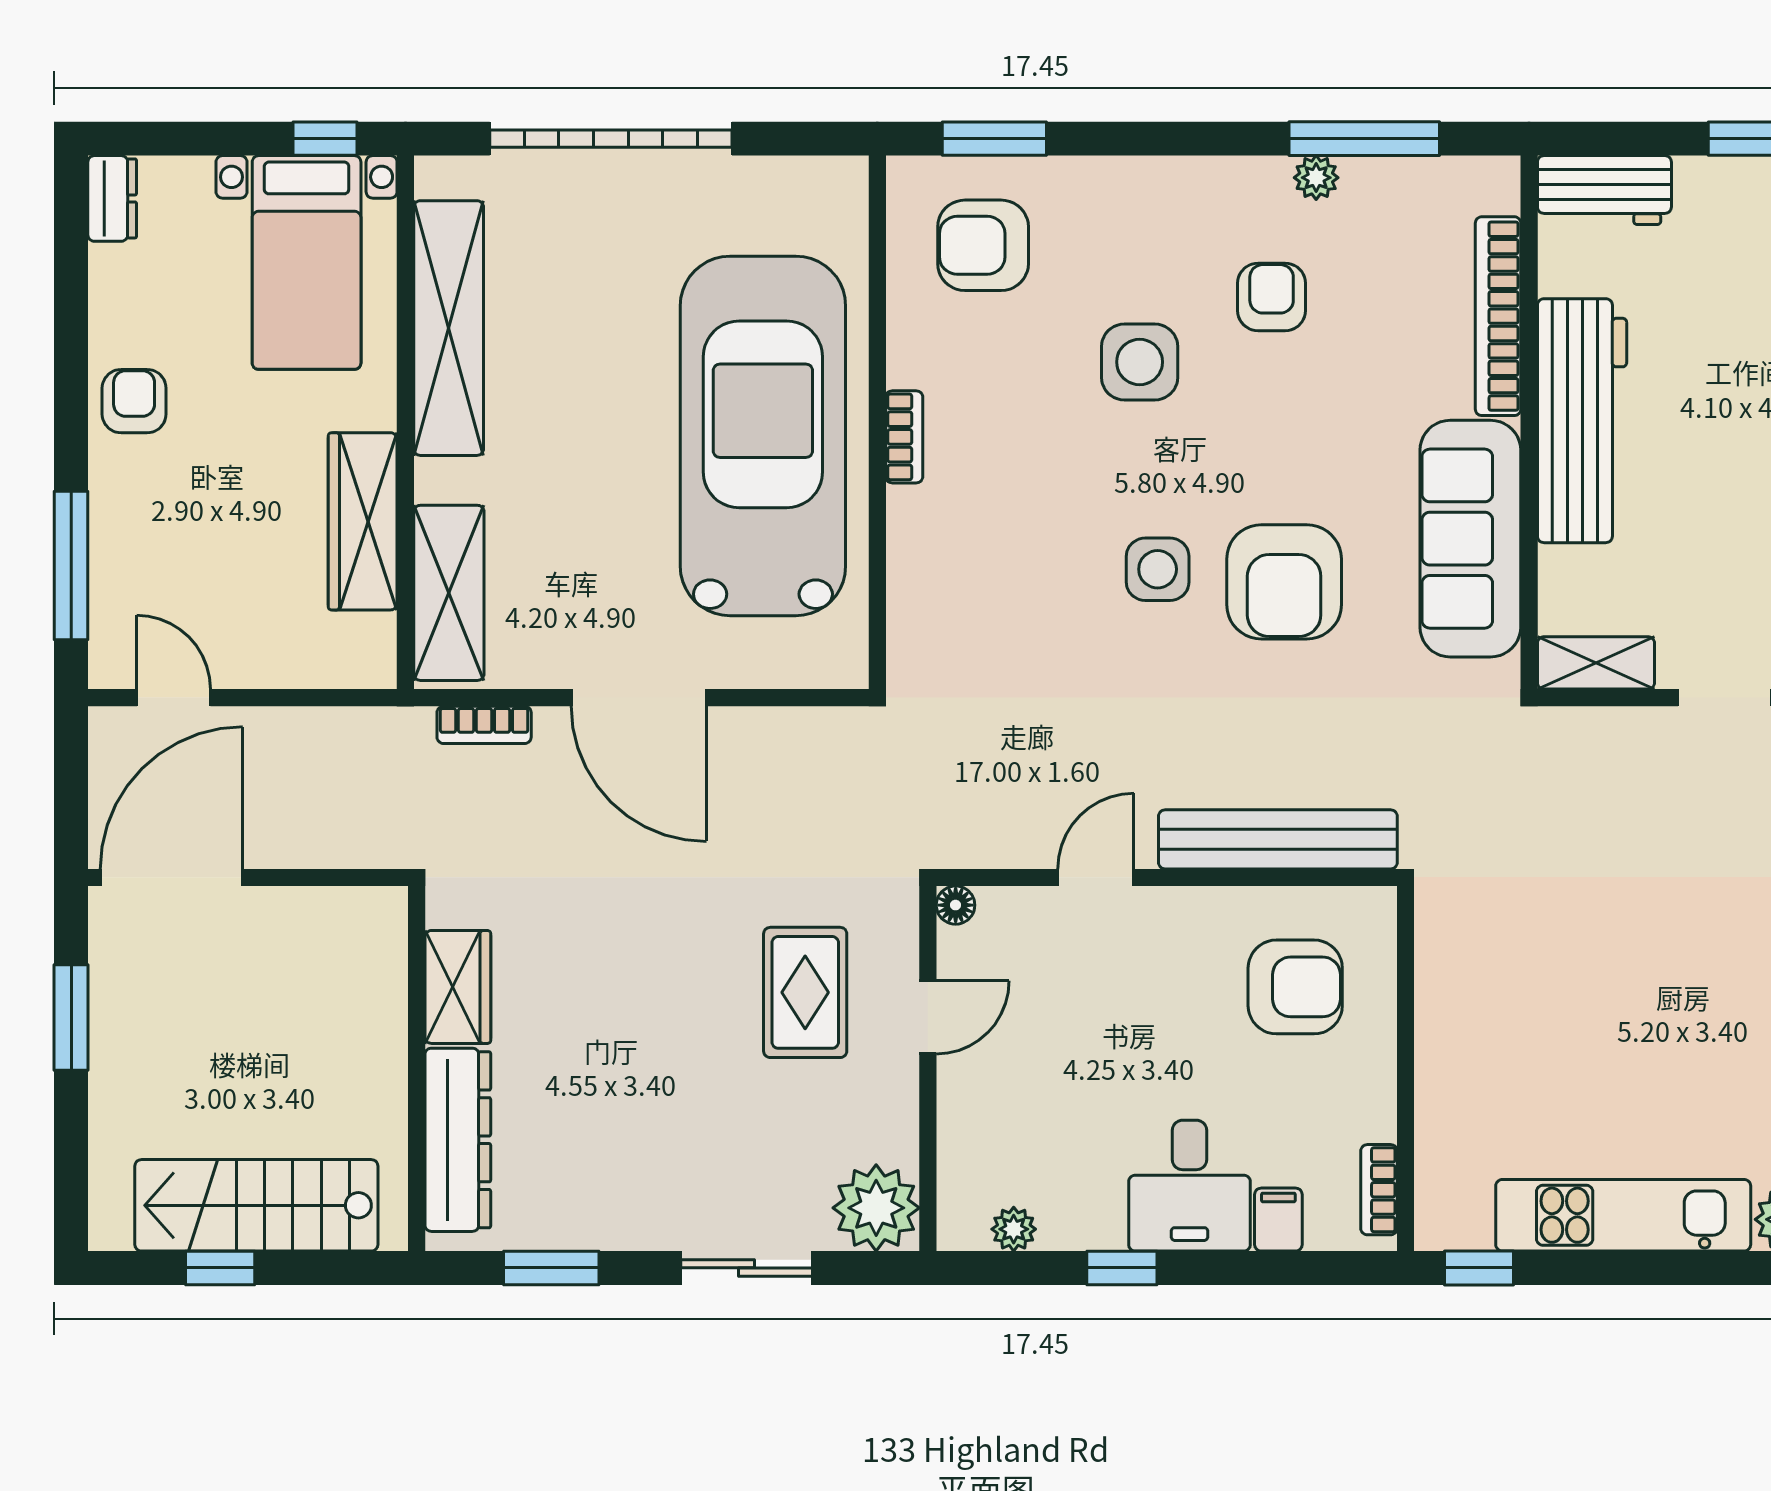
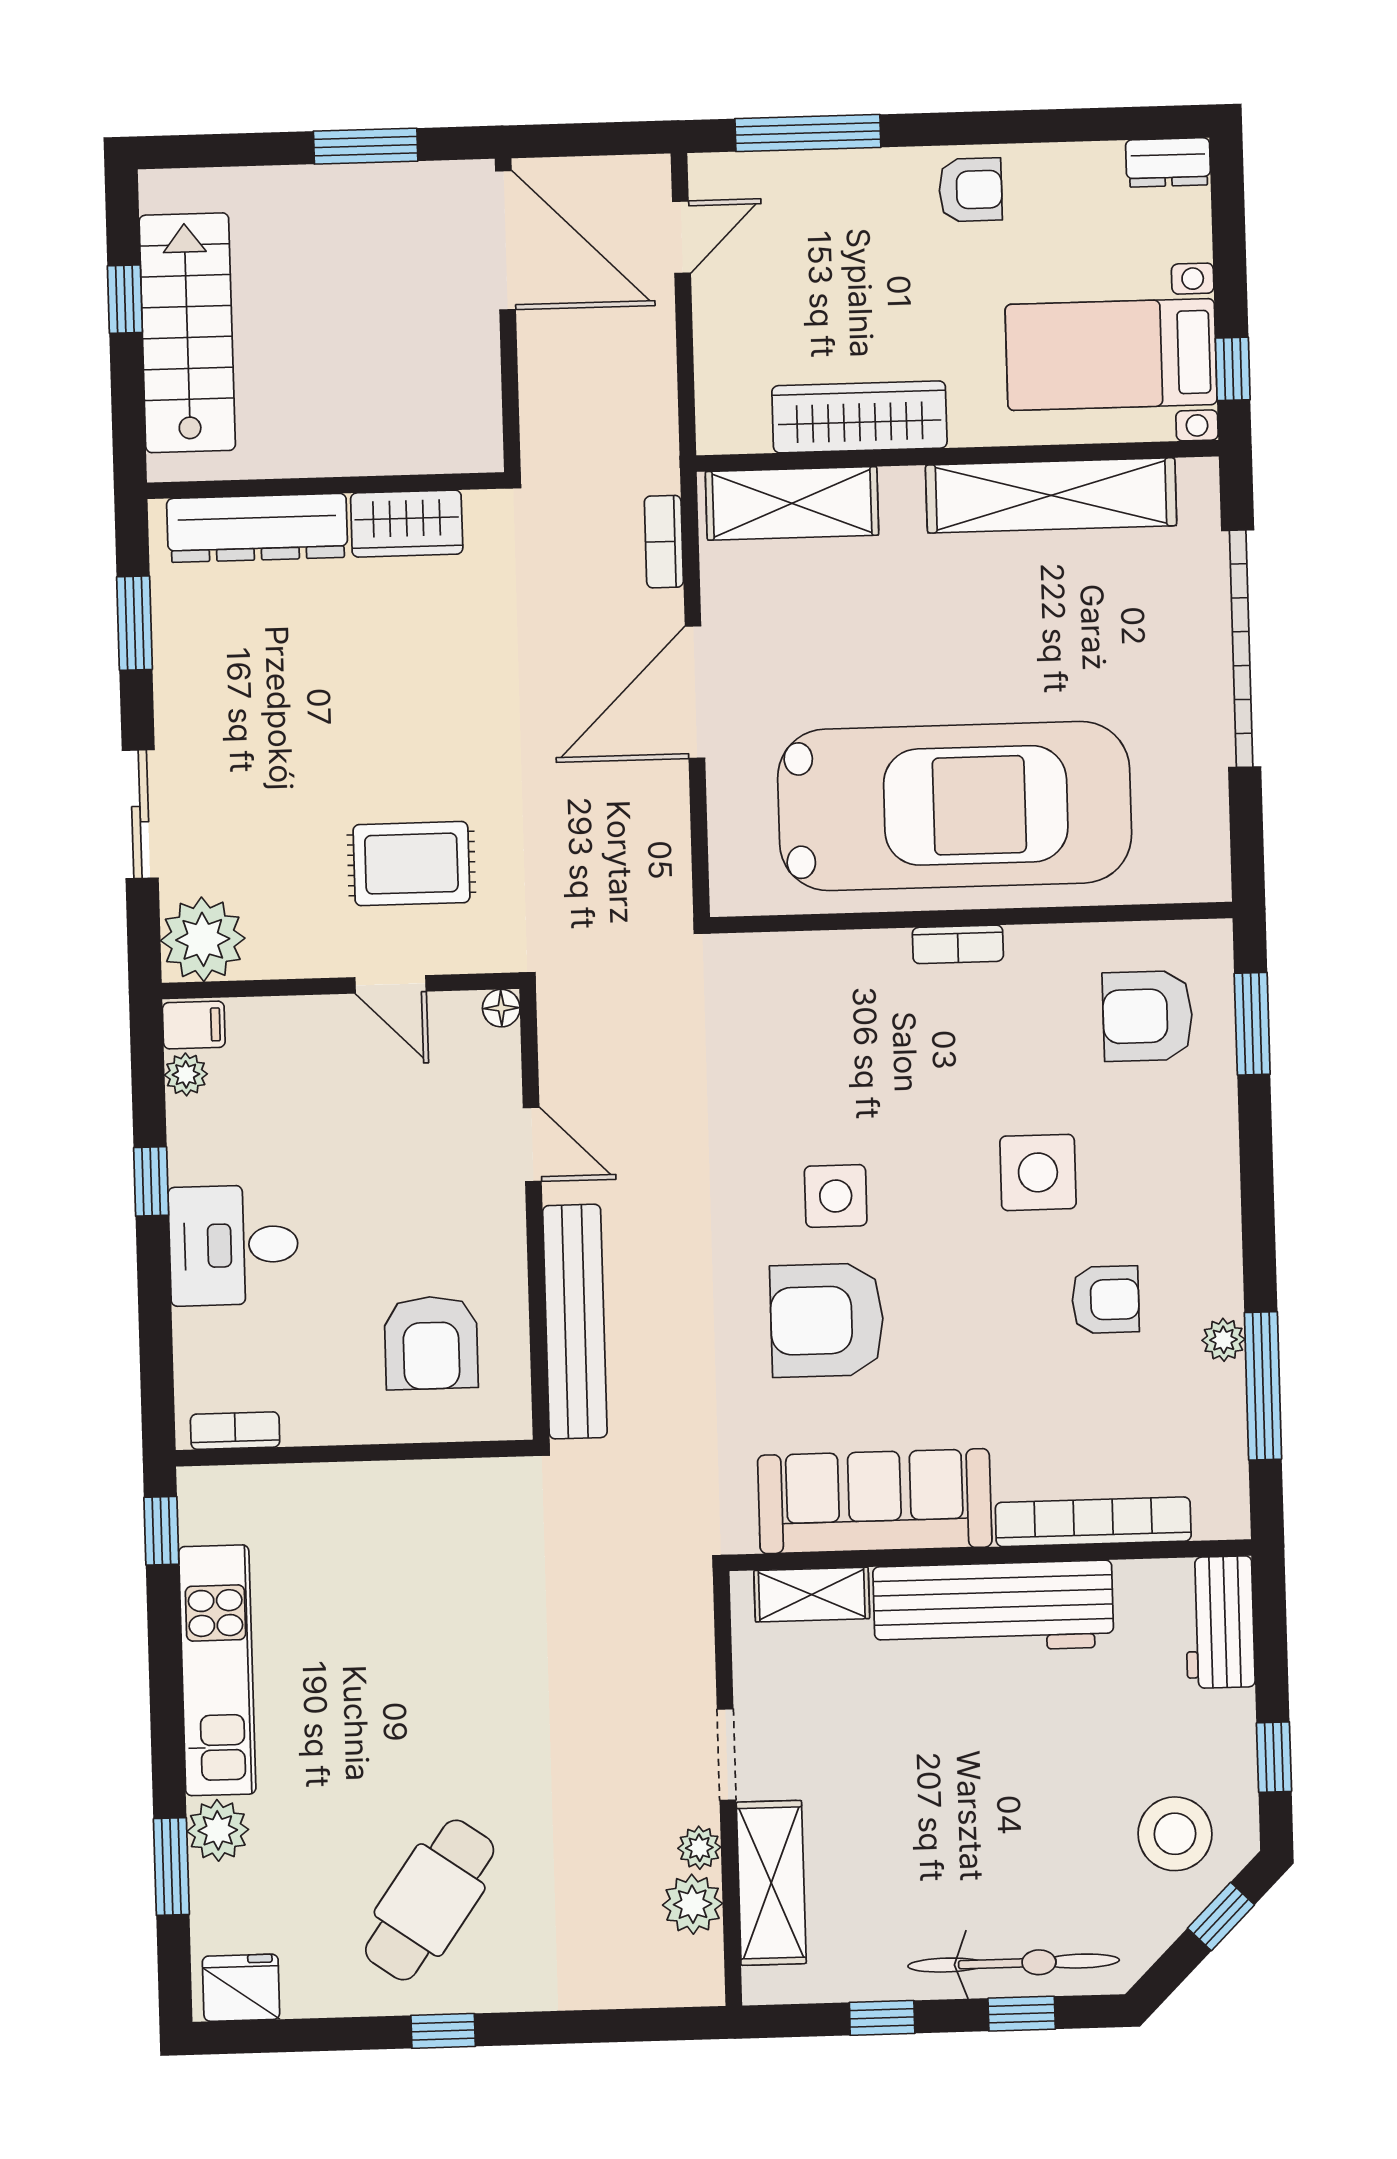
armchair: (983, 245) -> (1148, 1016), turned -90
shelving: (1596, 663) -> (812, 1595), moved, turned 90
filing cabinet: (1278, 1220) -> (194, 1025), moved

